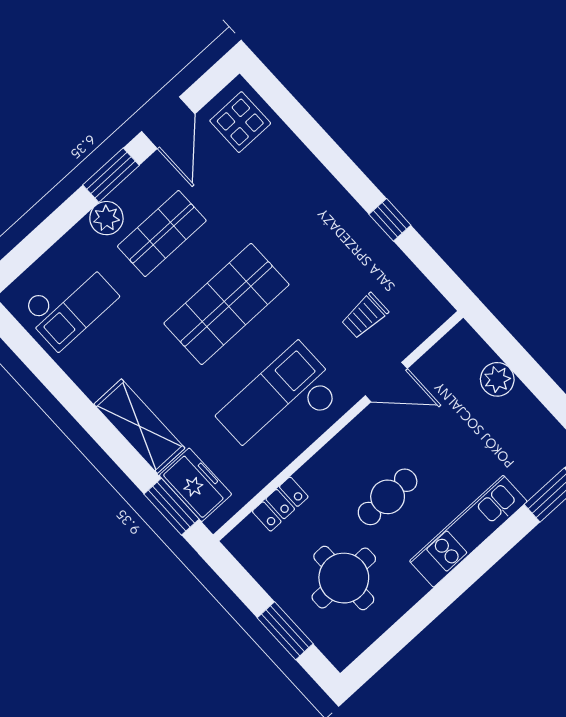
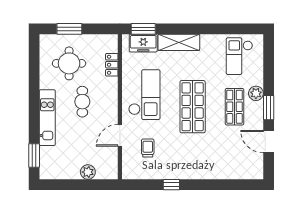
display table: (240, 122) -> (247, 165), removed

